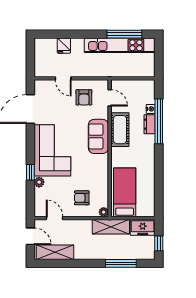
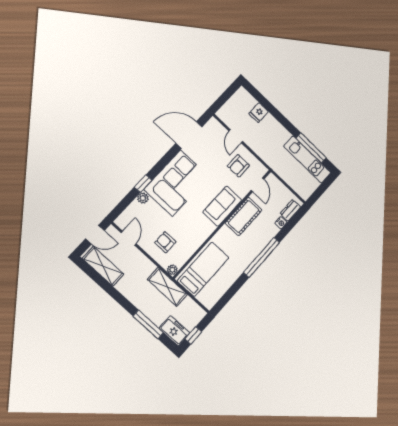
kitchen unit: (120, 45) -> (307, 159), width x0.73
window: (159, 121) -> (262, 257), moved
dresser: (150, 124) -> (290, 210), moved
freezer: (143, 227) -> (174, 331), moved, turned 180
door: (30, 236) -> (95, 235), hinge flipped

